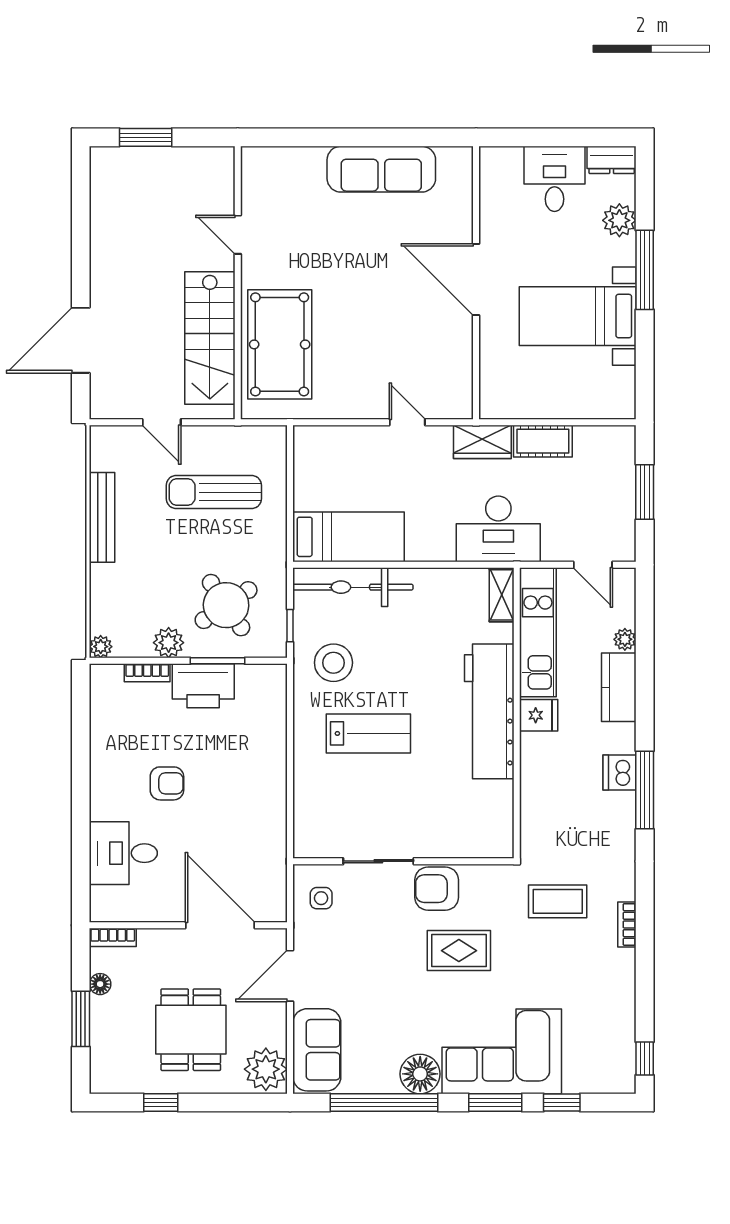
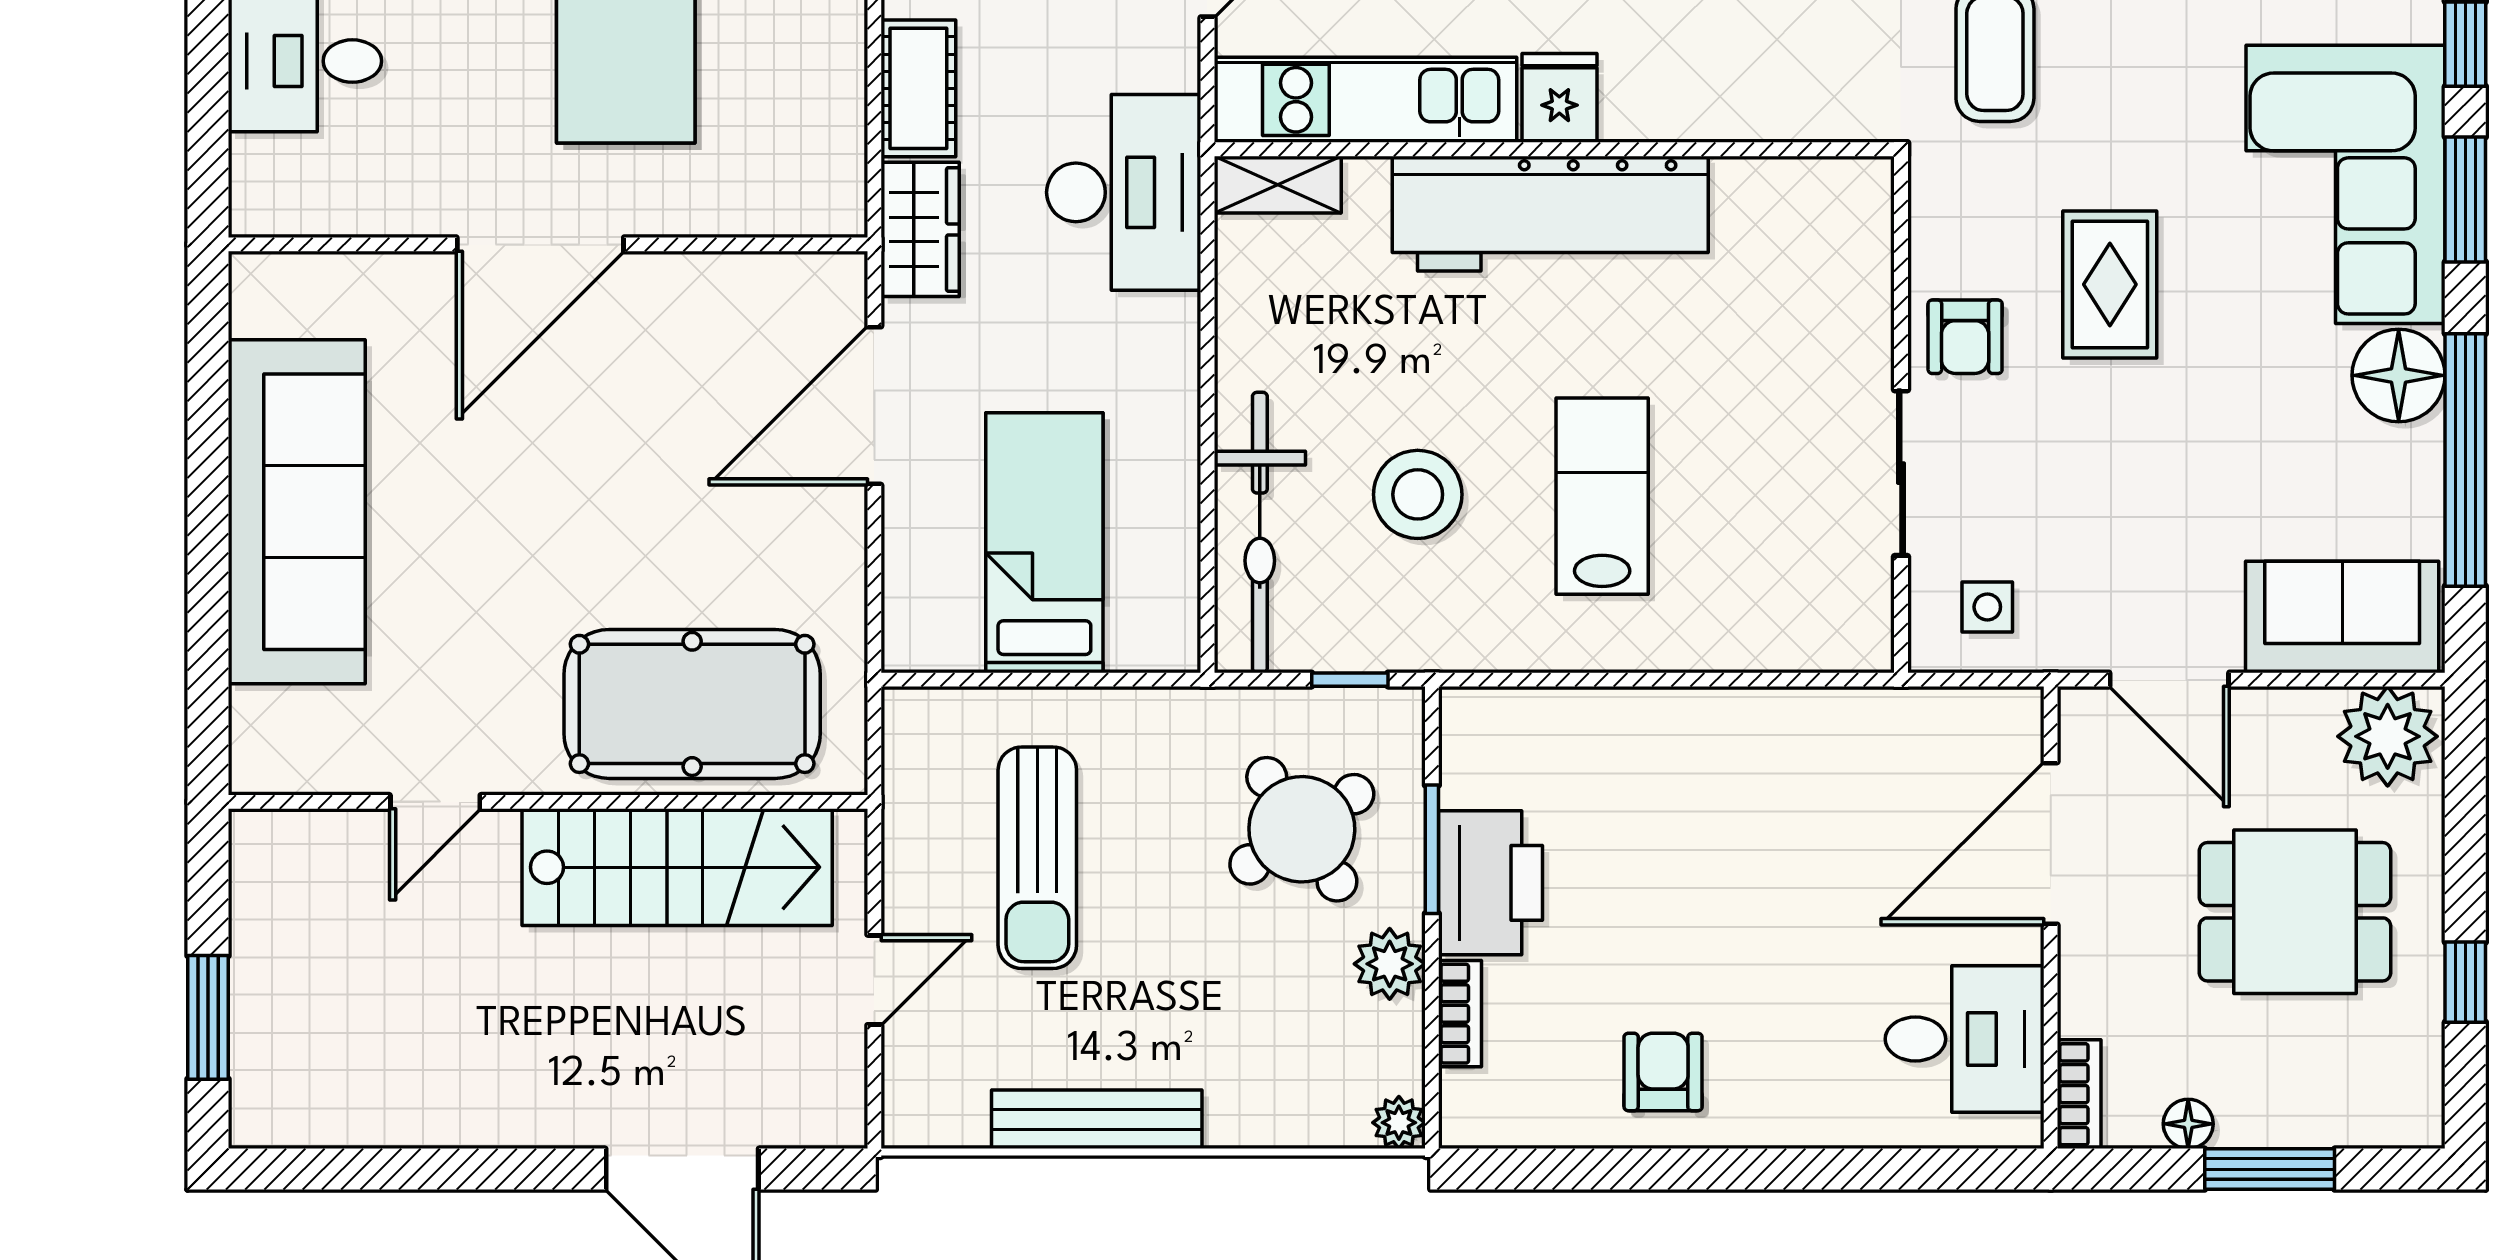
sofa: (381, 169) -> (297, 512), width x1.36, depth x1.27
door: (407, 422) -> (874, 406), width x1.88
bed: (349, 537) -> (1044, 543), moved
stool: (333, 663) -> (1418, 494), moved
armchair: (167, 783) -> (1663, 1072), moved
desk: (123, 853) -> (1965, 1039), moved, turned -90
armchair: (437, 889) -> (1965, 337), width x0.72, depth x0.72

